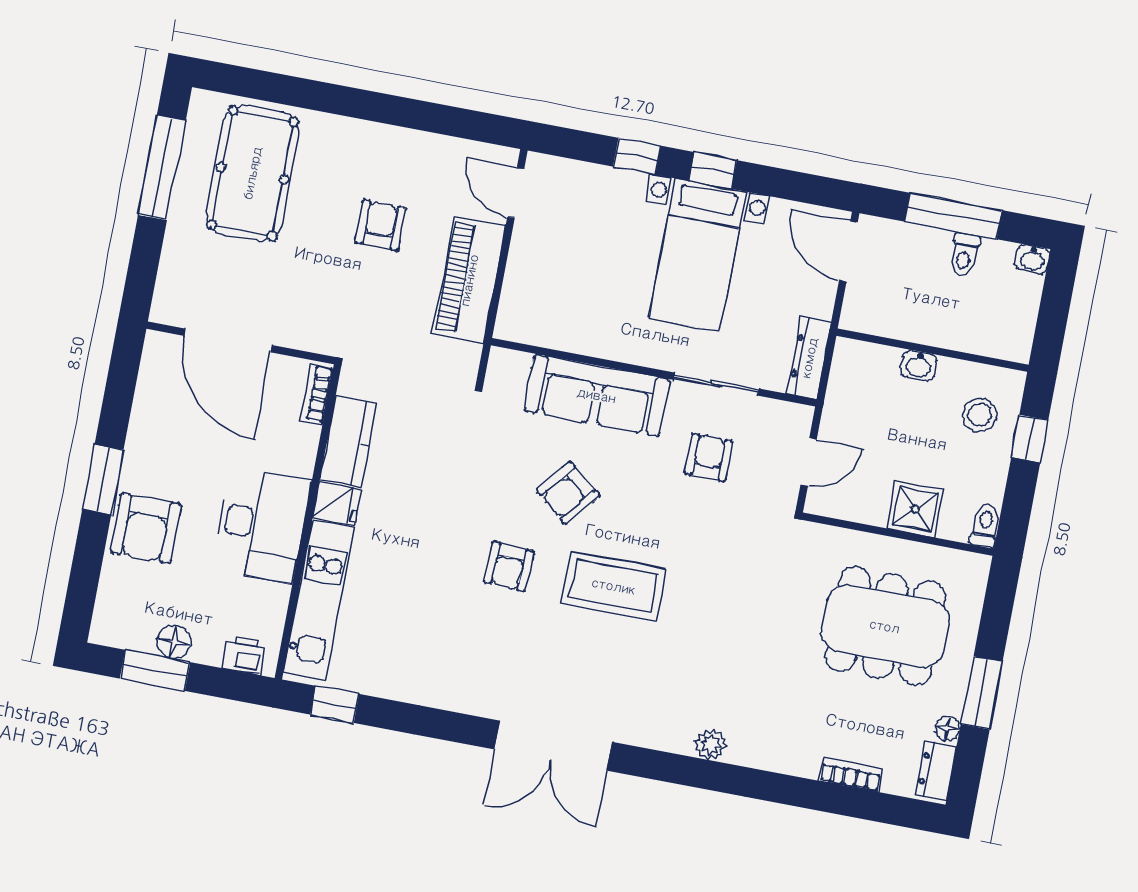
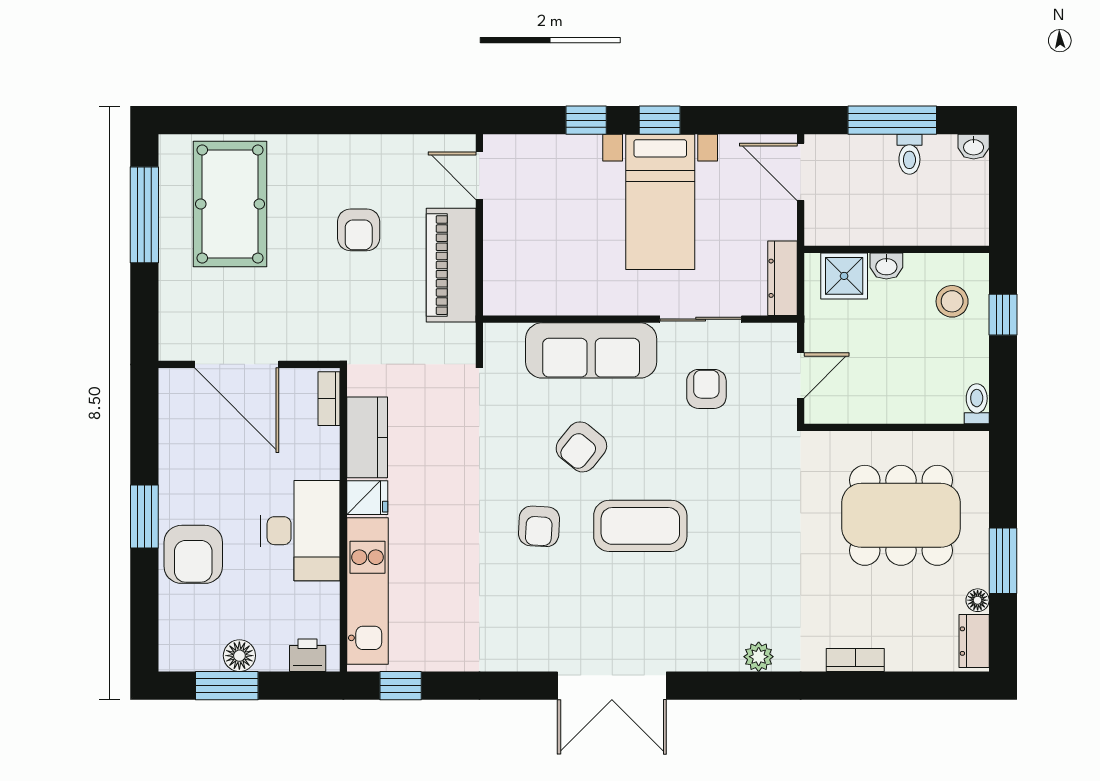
armchair: (380, 225) -> (359, 230), turned 180
shower: (915, 509) -> (844, 276), moved
bookcase: (851, 774) -> (855, 660), moved

